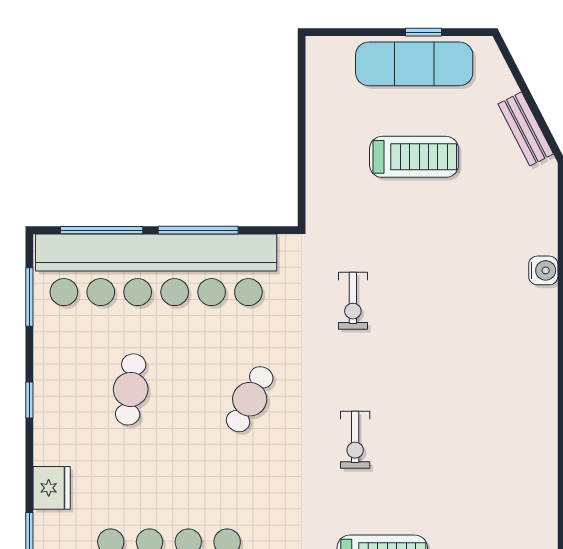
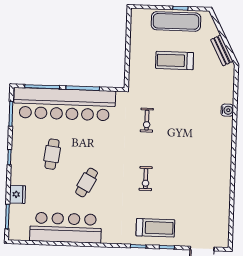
treadmill: (414, 157) -> (175, 60), turned 180
cafe table: (250, 399) -> (87, 182), moved

